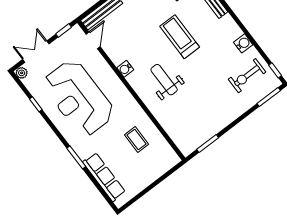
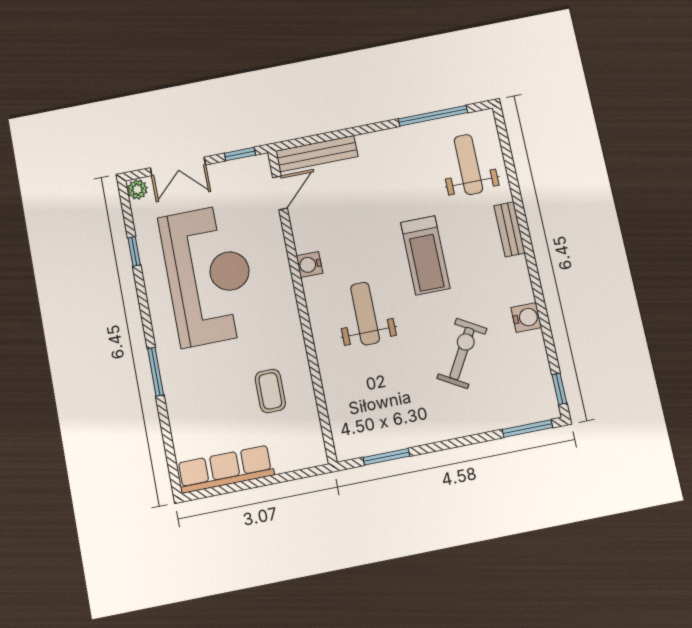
treadmill: (180, 37) -> (425, 255), turned 180
double door: (36, 52) -> (178, 166), swing flipped
exercise bike: (247, 76) -> (462, 353), moved, turned 120
reception desk: (78, 98) -> (209, 275), turned 180
row of seats: (104, 177) -> (225, 469), moved, turned -90

